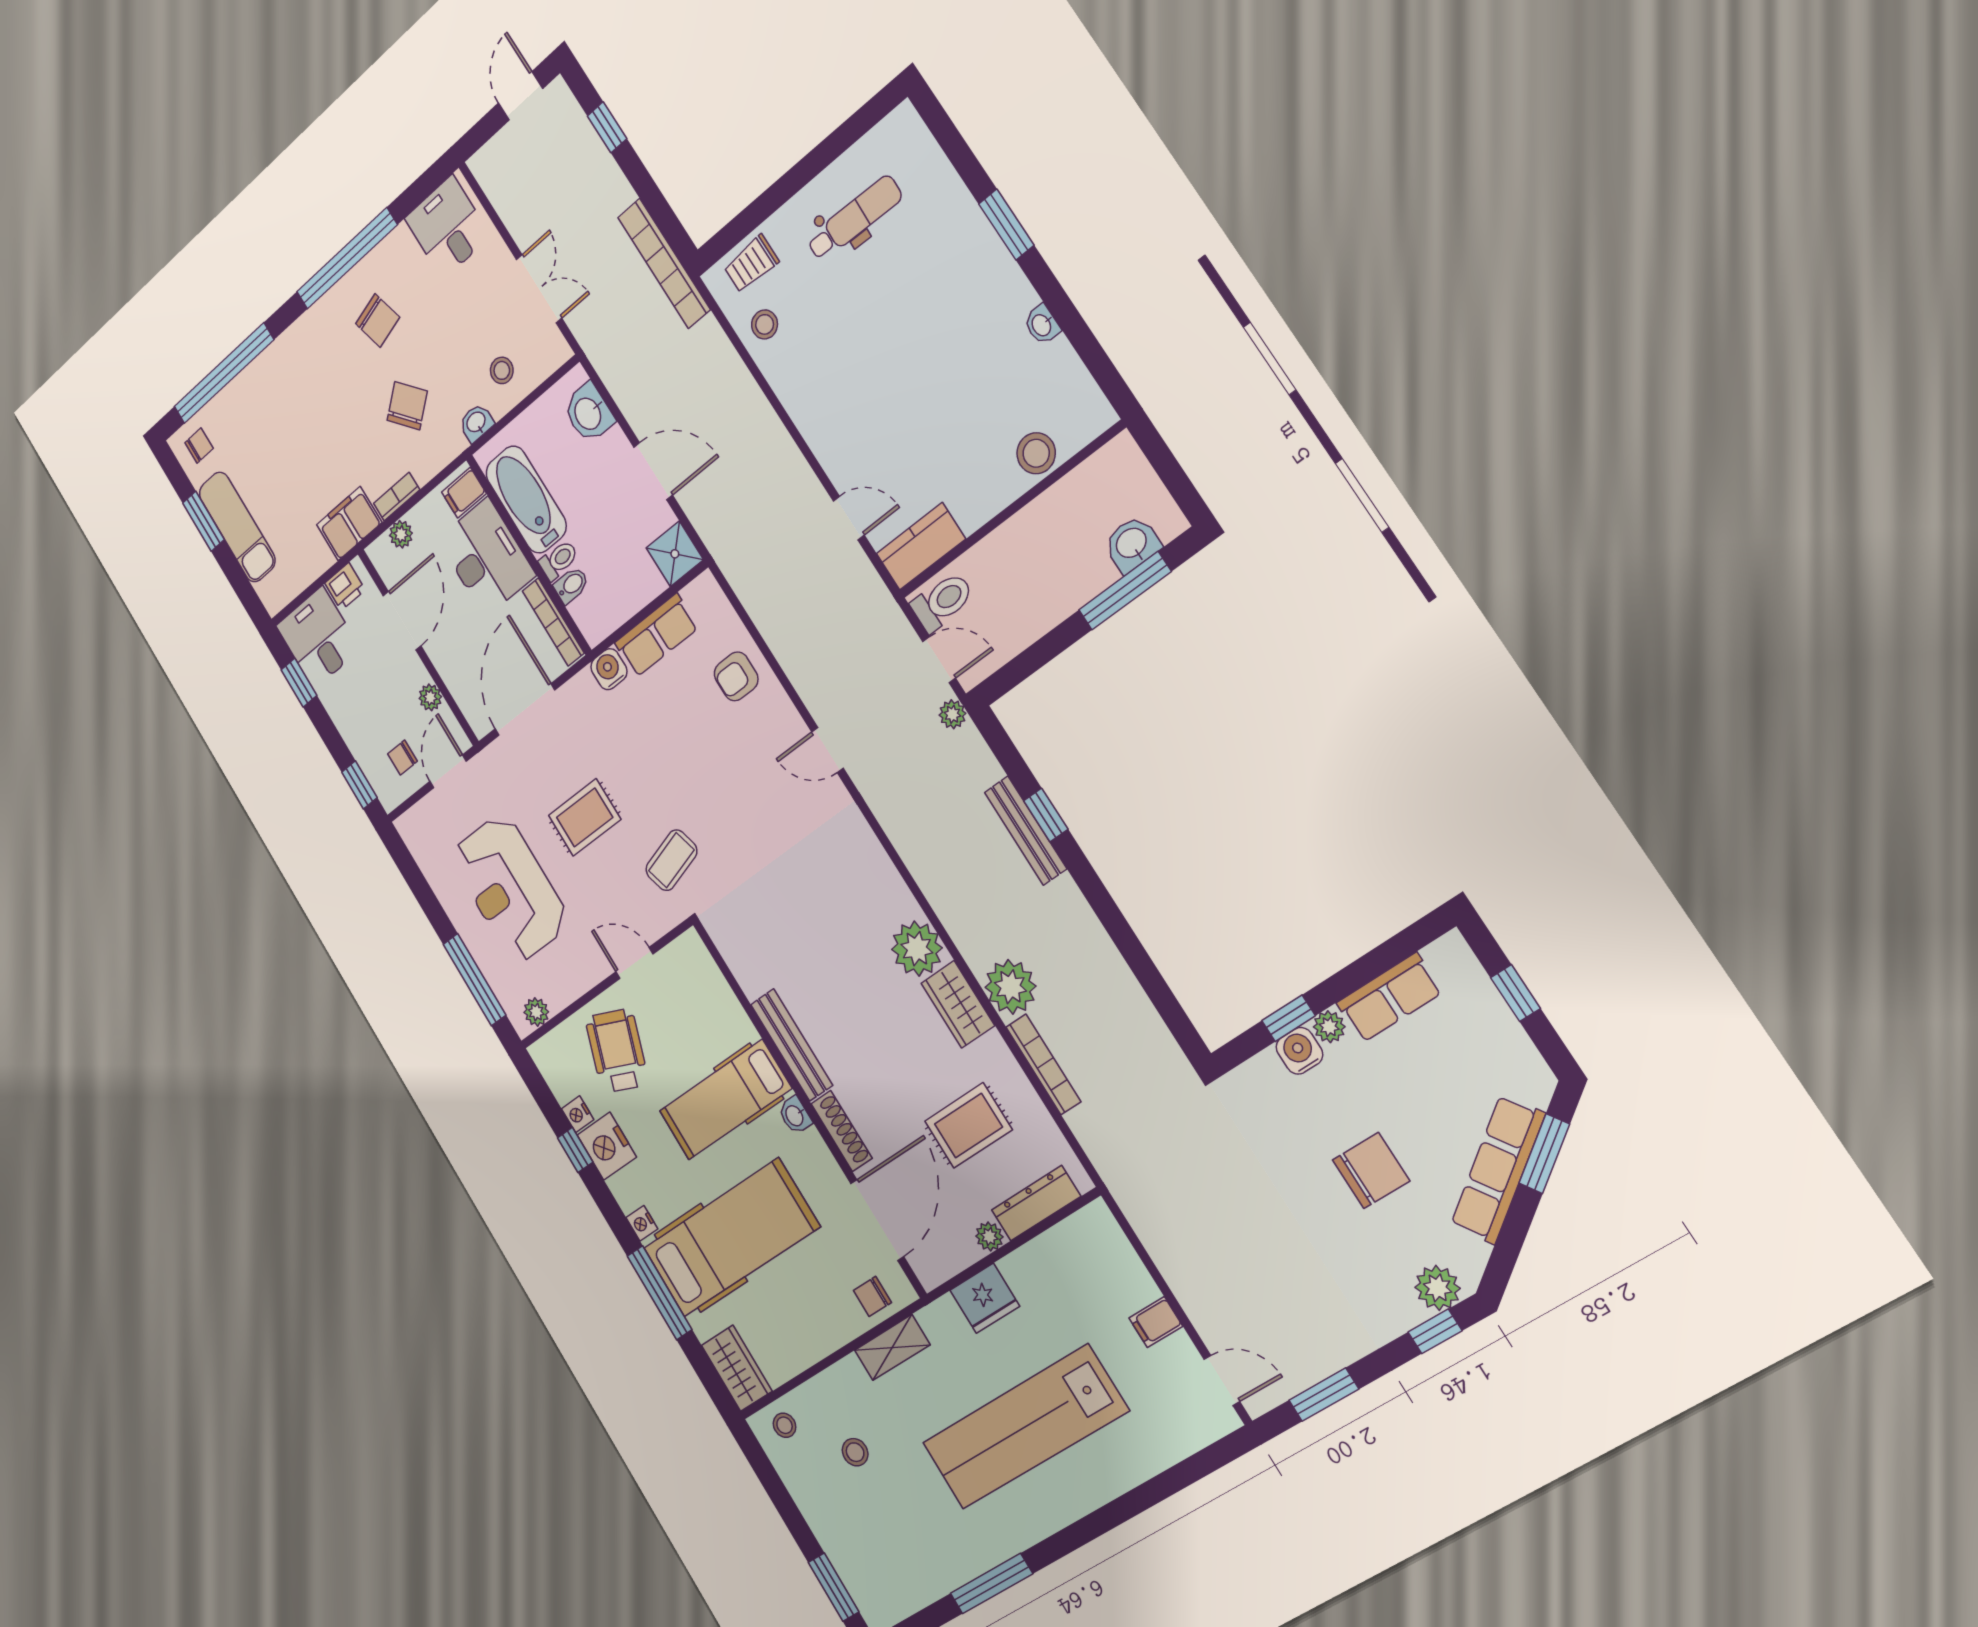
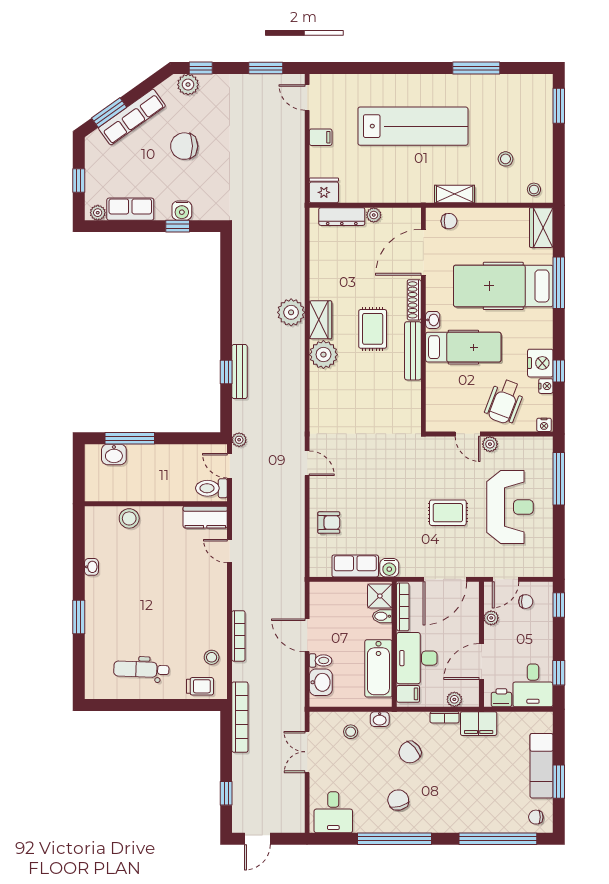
shower: (675, 554) -> (380, 596), moved
toilet: (559, 560) -> (321, 660), moved, turned 180
coffee table: (671, 860) -> (417, 466), removed
plant: (536, 1012) -> (490, 444), moved
plant: (1329, 1027) -> (98, 213), moved
bookcase: (1043, 1064) -> (238, 636), moved, turned 180
rug: (968, 1126) -> (373, 329), moved, turned 90
nightstand: (642, 1223) -> (544, 425), moved, turned 90
fridge: (985, 1298) -> (324, 190), moved

